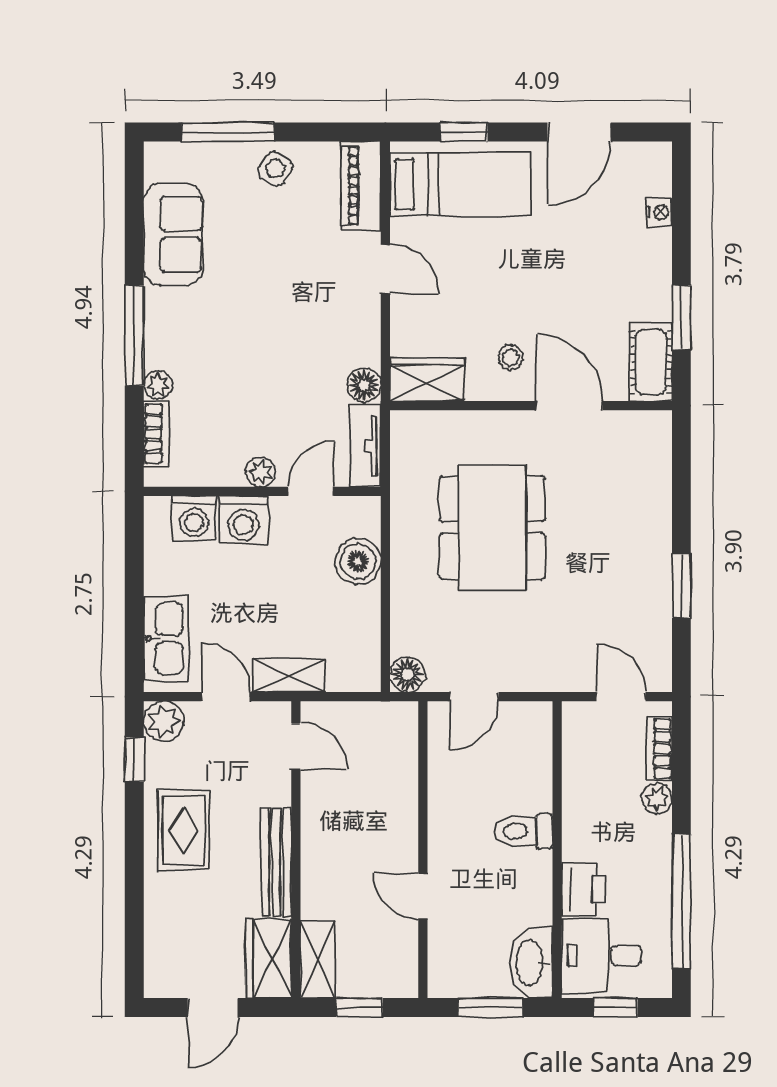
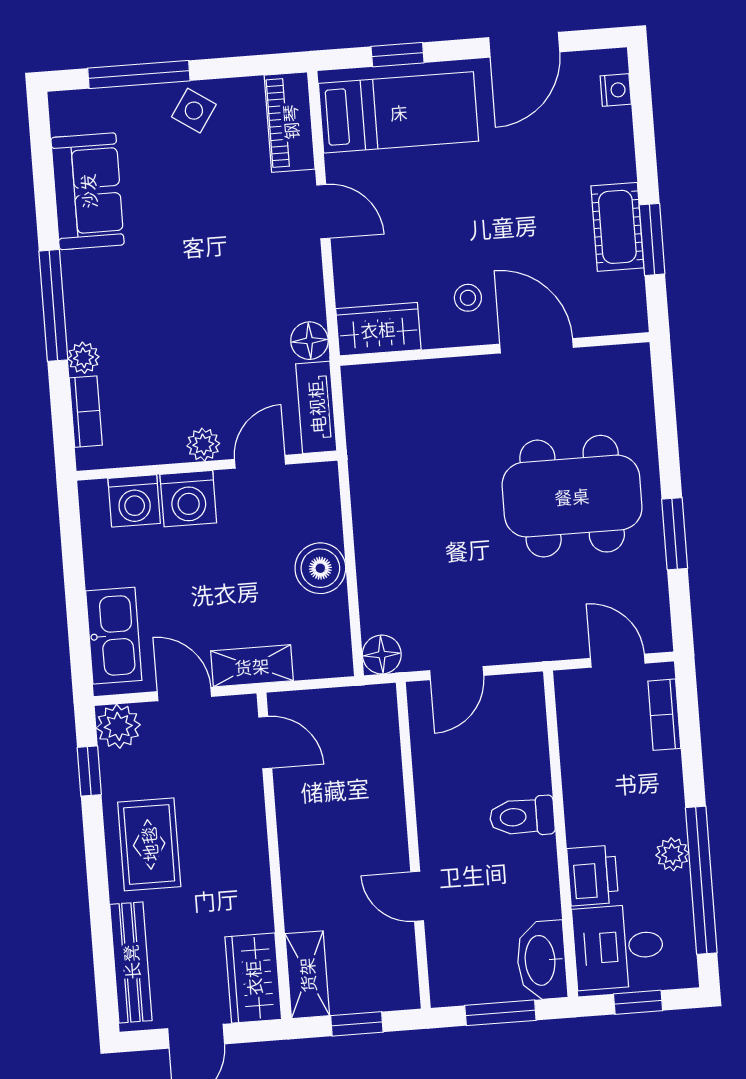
nightstand: (659, 212) -> (616, 90), moved
cot: (651, 362) -> (617, 227), moved
dining table: (492, 528) -> (572, 496), moved, turned 90
boiler: (358, 561) -> (320, 568), moved
plant: (657, 799) -> (672, 854), moved
bench: (276, 862) -> (131, 962), moved

